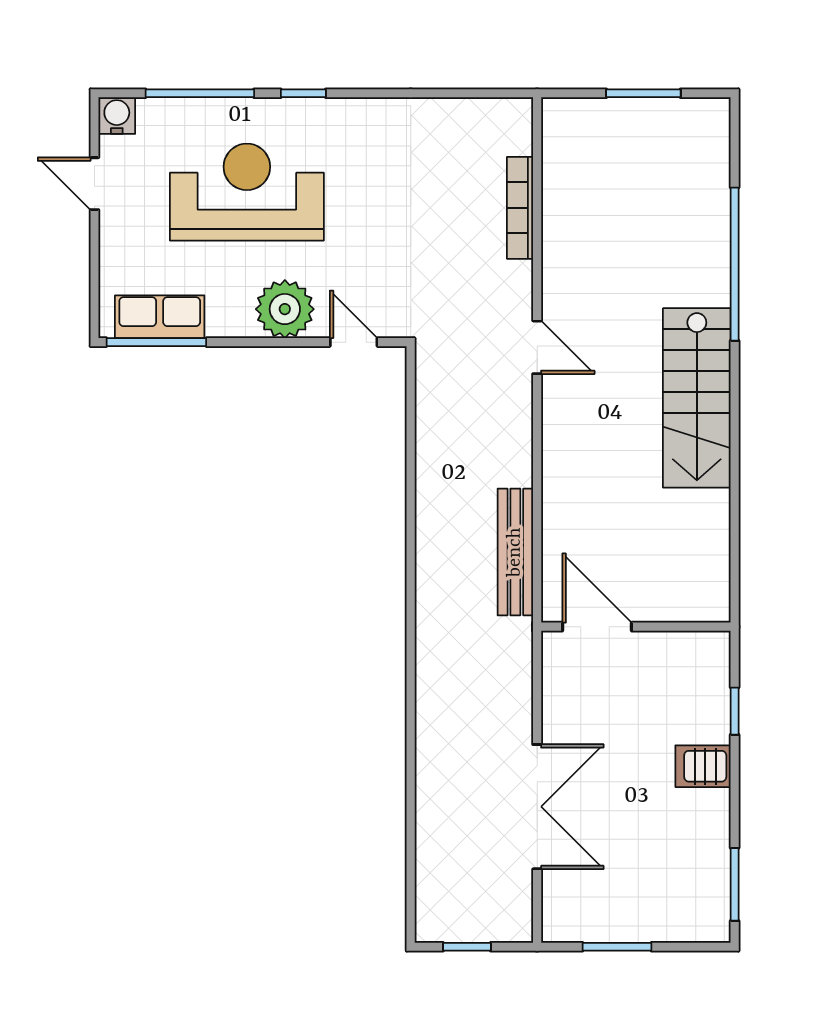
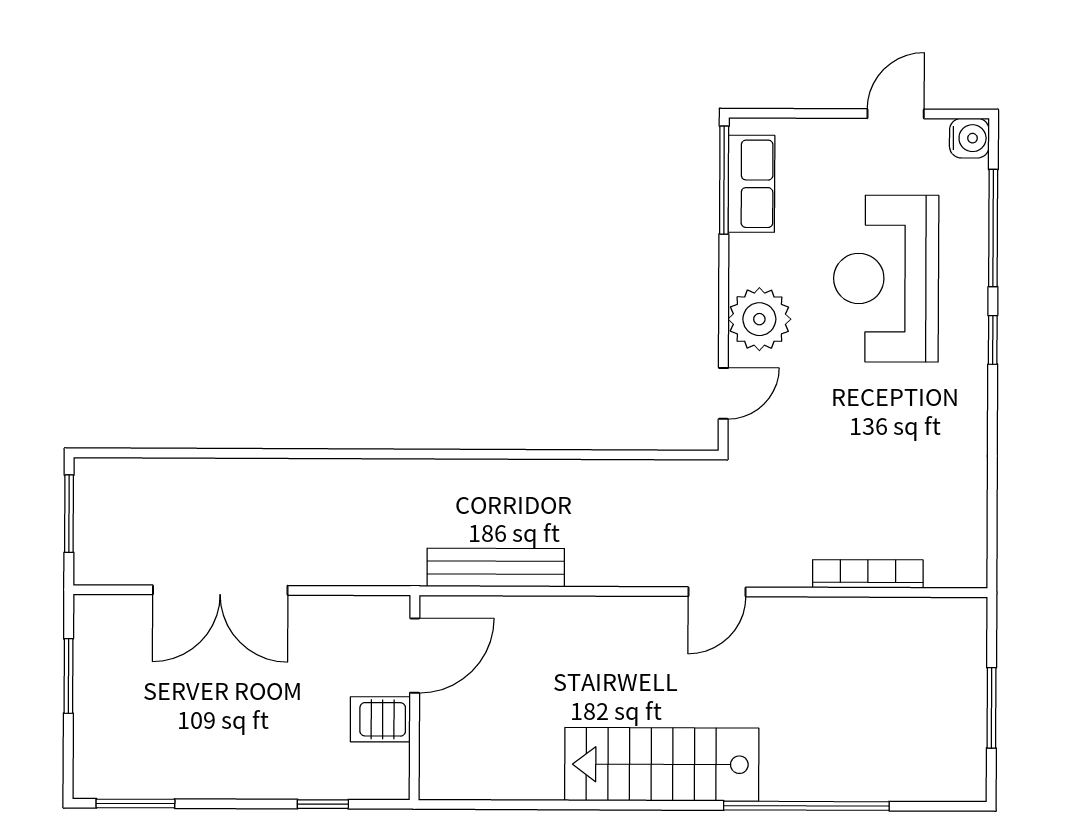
reception desk: (247, 192) -> (886, 279), turned 180
server rack: (703, 766) -> (380, 719), moved, turned -90
window: (467, 947) -> (69, 514), width x1.50

